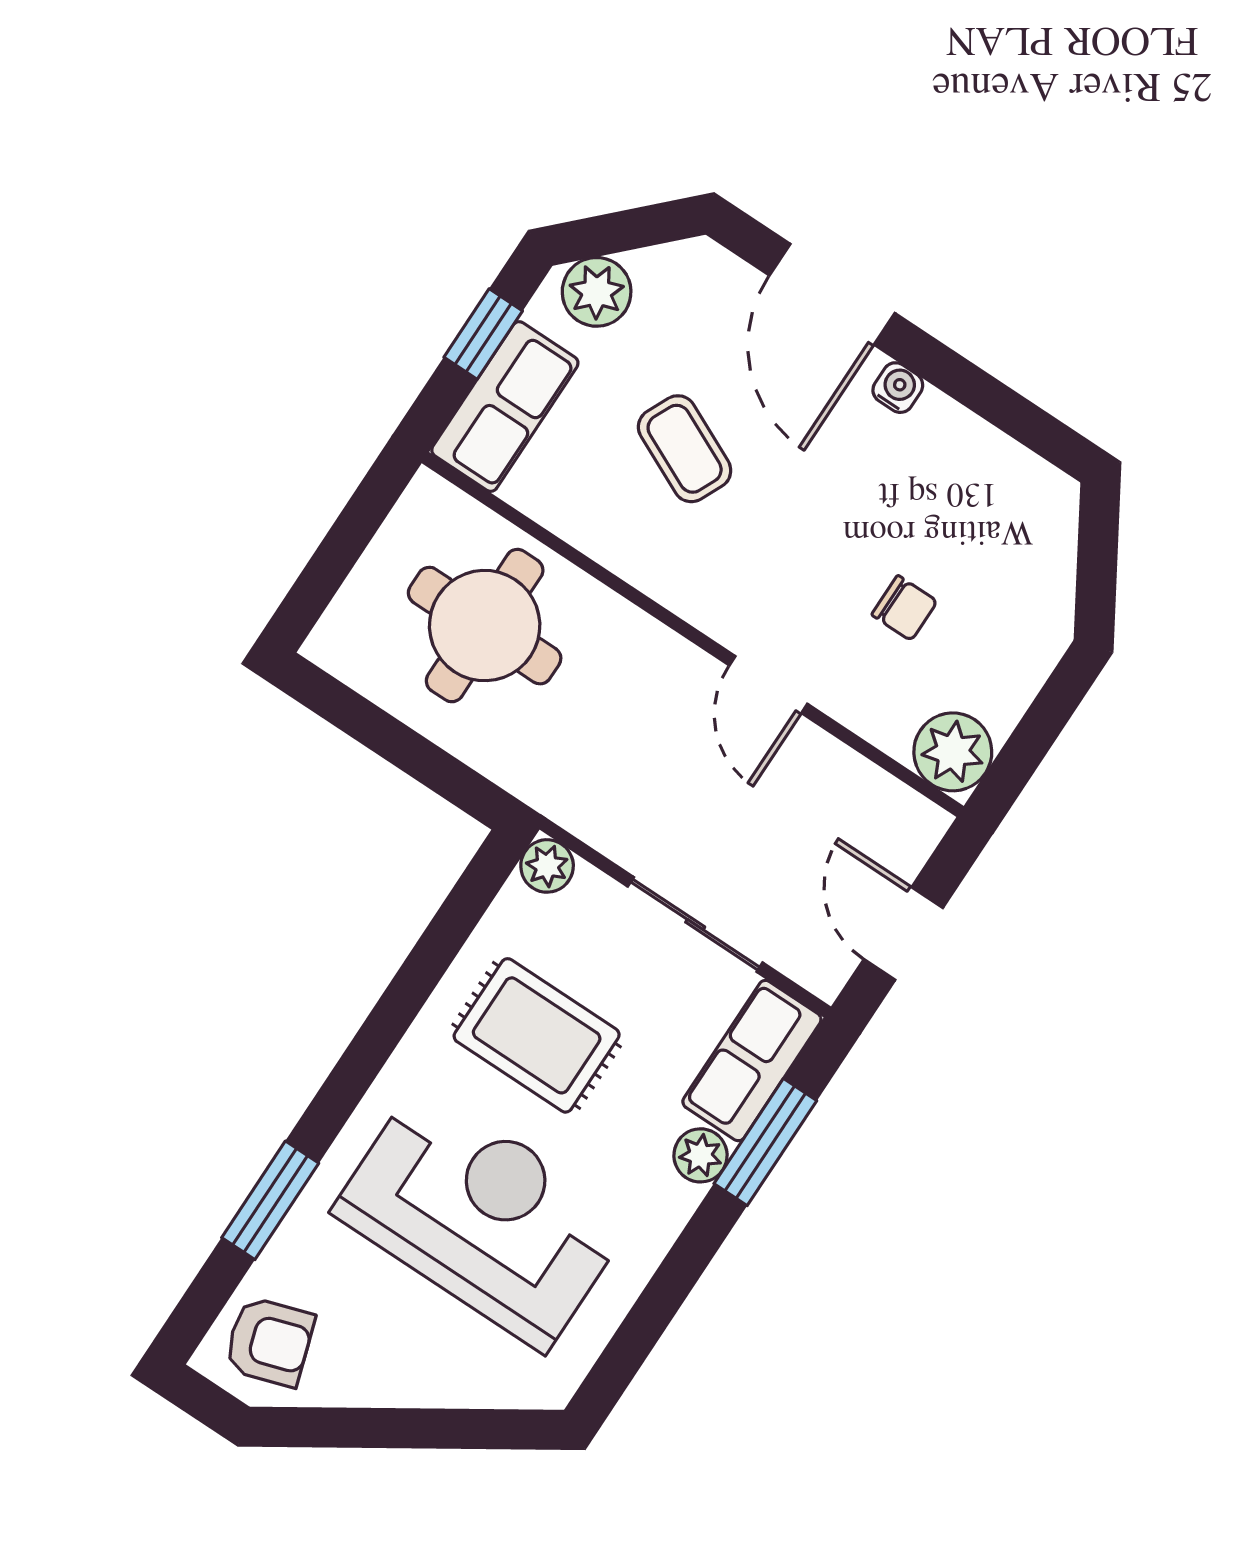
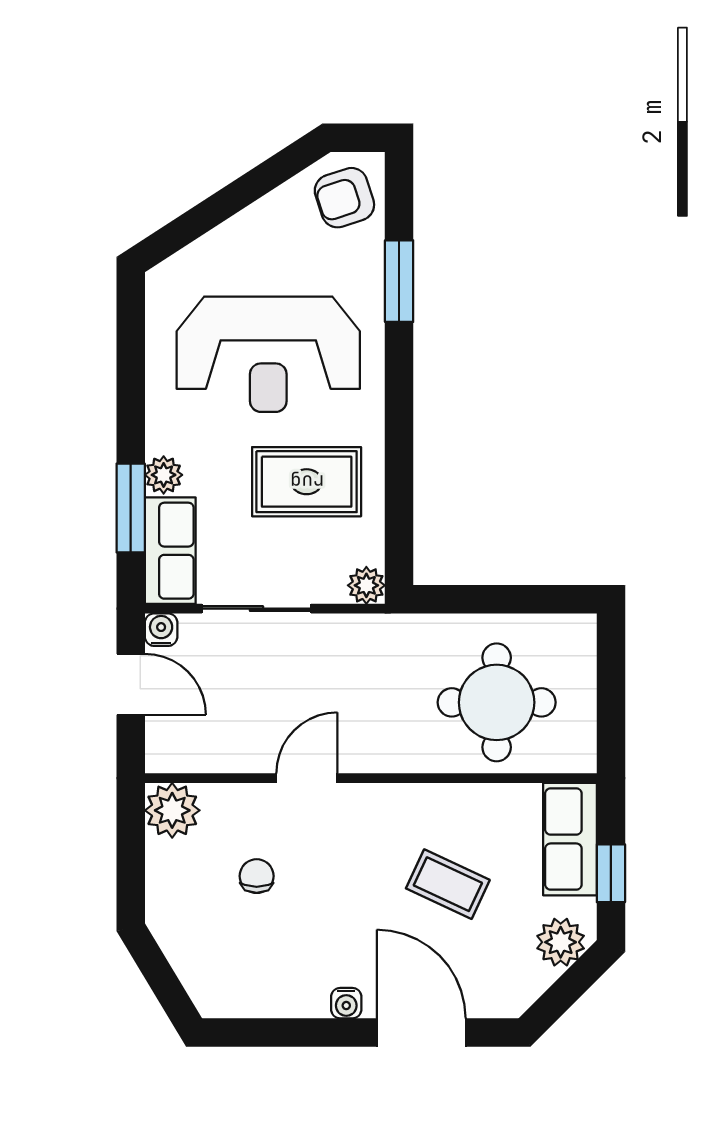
chair: (904, 608) -> (257, 876), turned 90
door: (768, 685) -> (307, 778), hinge flipped
water cooler: (825, 974) -> (161, 630), added

